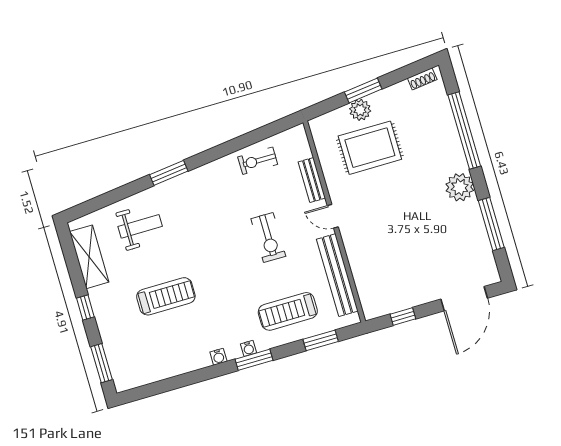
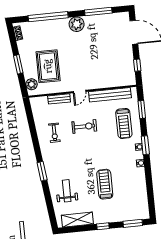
plant: (360, 110) -> (32, 84), moved
exercise bike: (258, 161) -> (54, 133), moved

